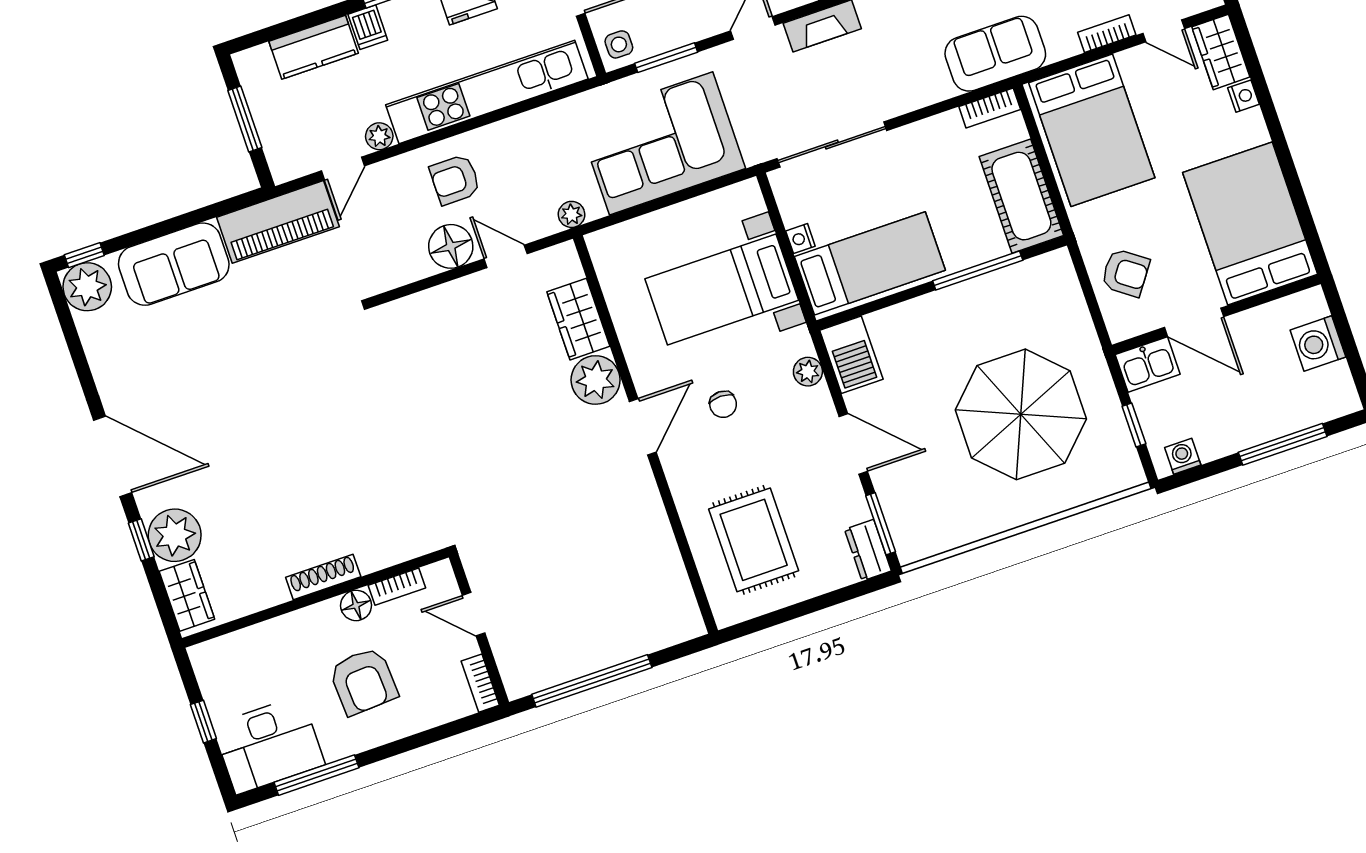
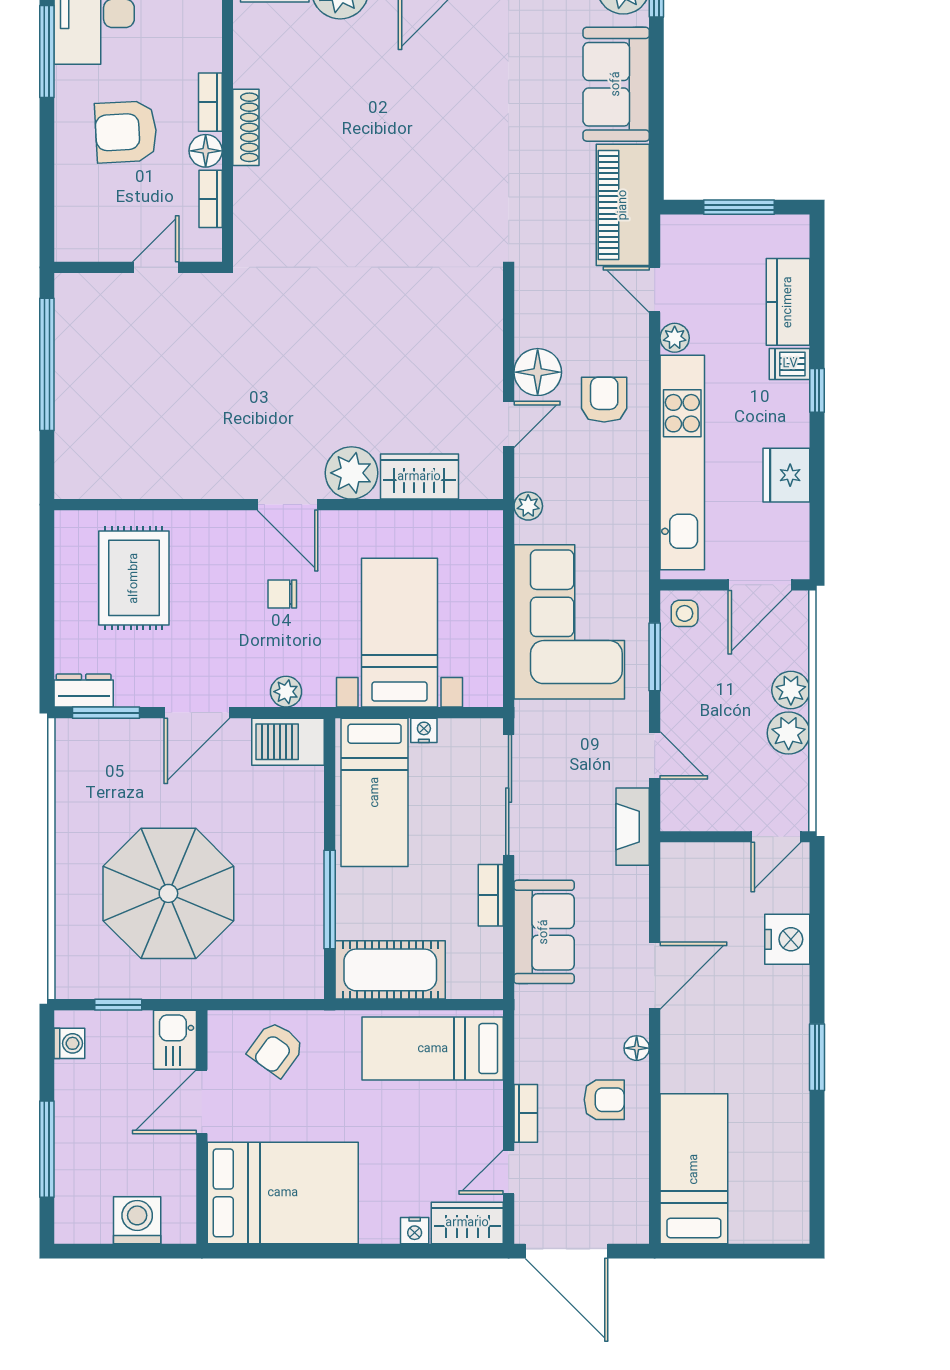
sofa: (995, 54) -> (544, 932), moved
bookcase: (990, 108) -> (491, 895), moved
bed: (1092, 130) -> (433, 1049), width x0.67
rug: (754, 540) -> (134, 578), turned 90
bookcase: (480, 683) -> (210, 102), moved, turned -90

